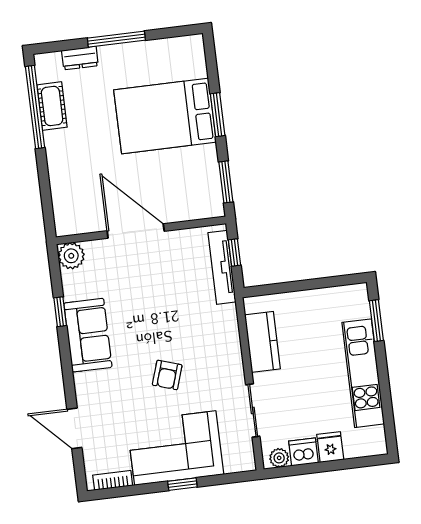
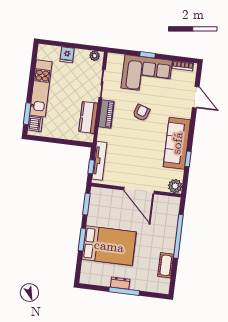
dresser: (80, 58) -> (120, 283), moved
window: (35, 107) -> (178, 236), moved
sofa: (88, 335) -> (177, 143), width x1.36
piano: (231, 356) -> (106, 114), added
dishwasher: (303, 452) -> (35, 124), moved, turned -90

